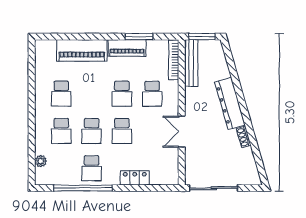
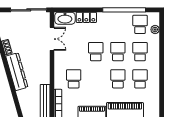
school desk: (122, 94) -> (118, 79), moved
double door: (182, 132) -> (52, 39), moved
school desk: (92, 168) -> (140, 24), moved
washbasin: (164, 177) -> (65, 18), added

